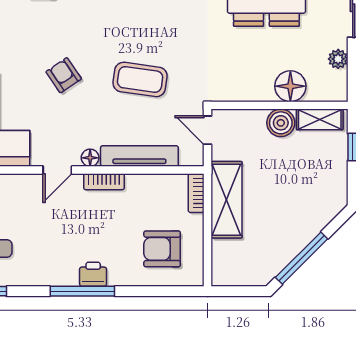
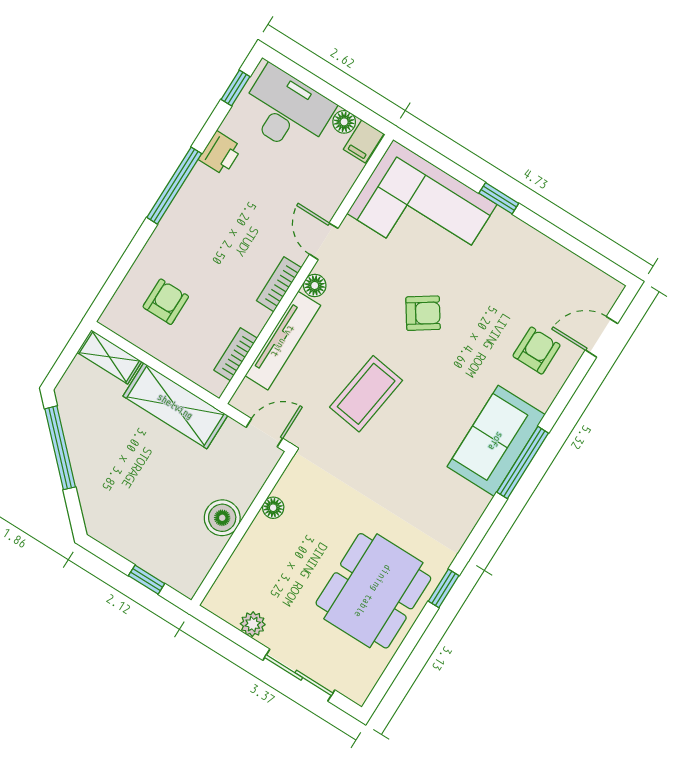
floor lamp: (290, 86) -> (273, 508), moved, width x0.53, depth x0.53
shelving: (320, 119) -> (109, 357), moved, turned 90
bookcase: (196, 193) -> (236, 354), moved, turned -90
armchair: (162, 249) -> (166, 302), width x0.72, depth x0.72
printer: (93, 274) -> (220, 153), moved

